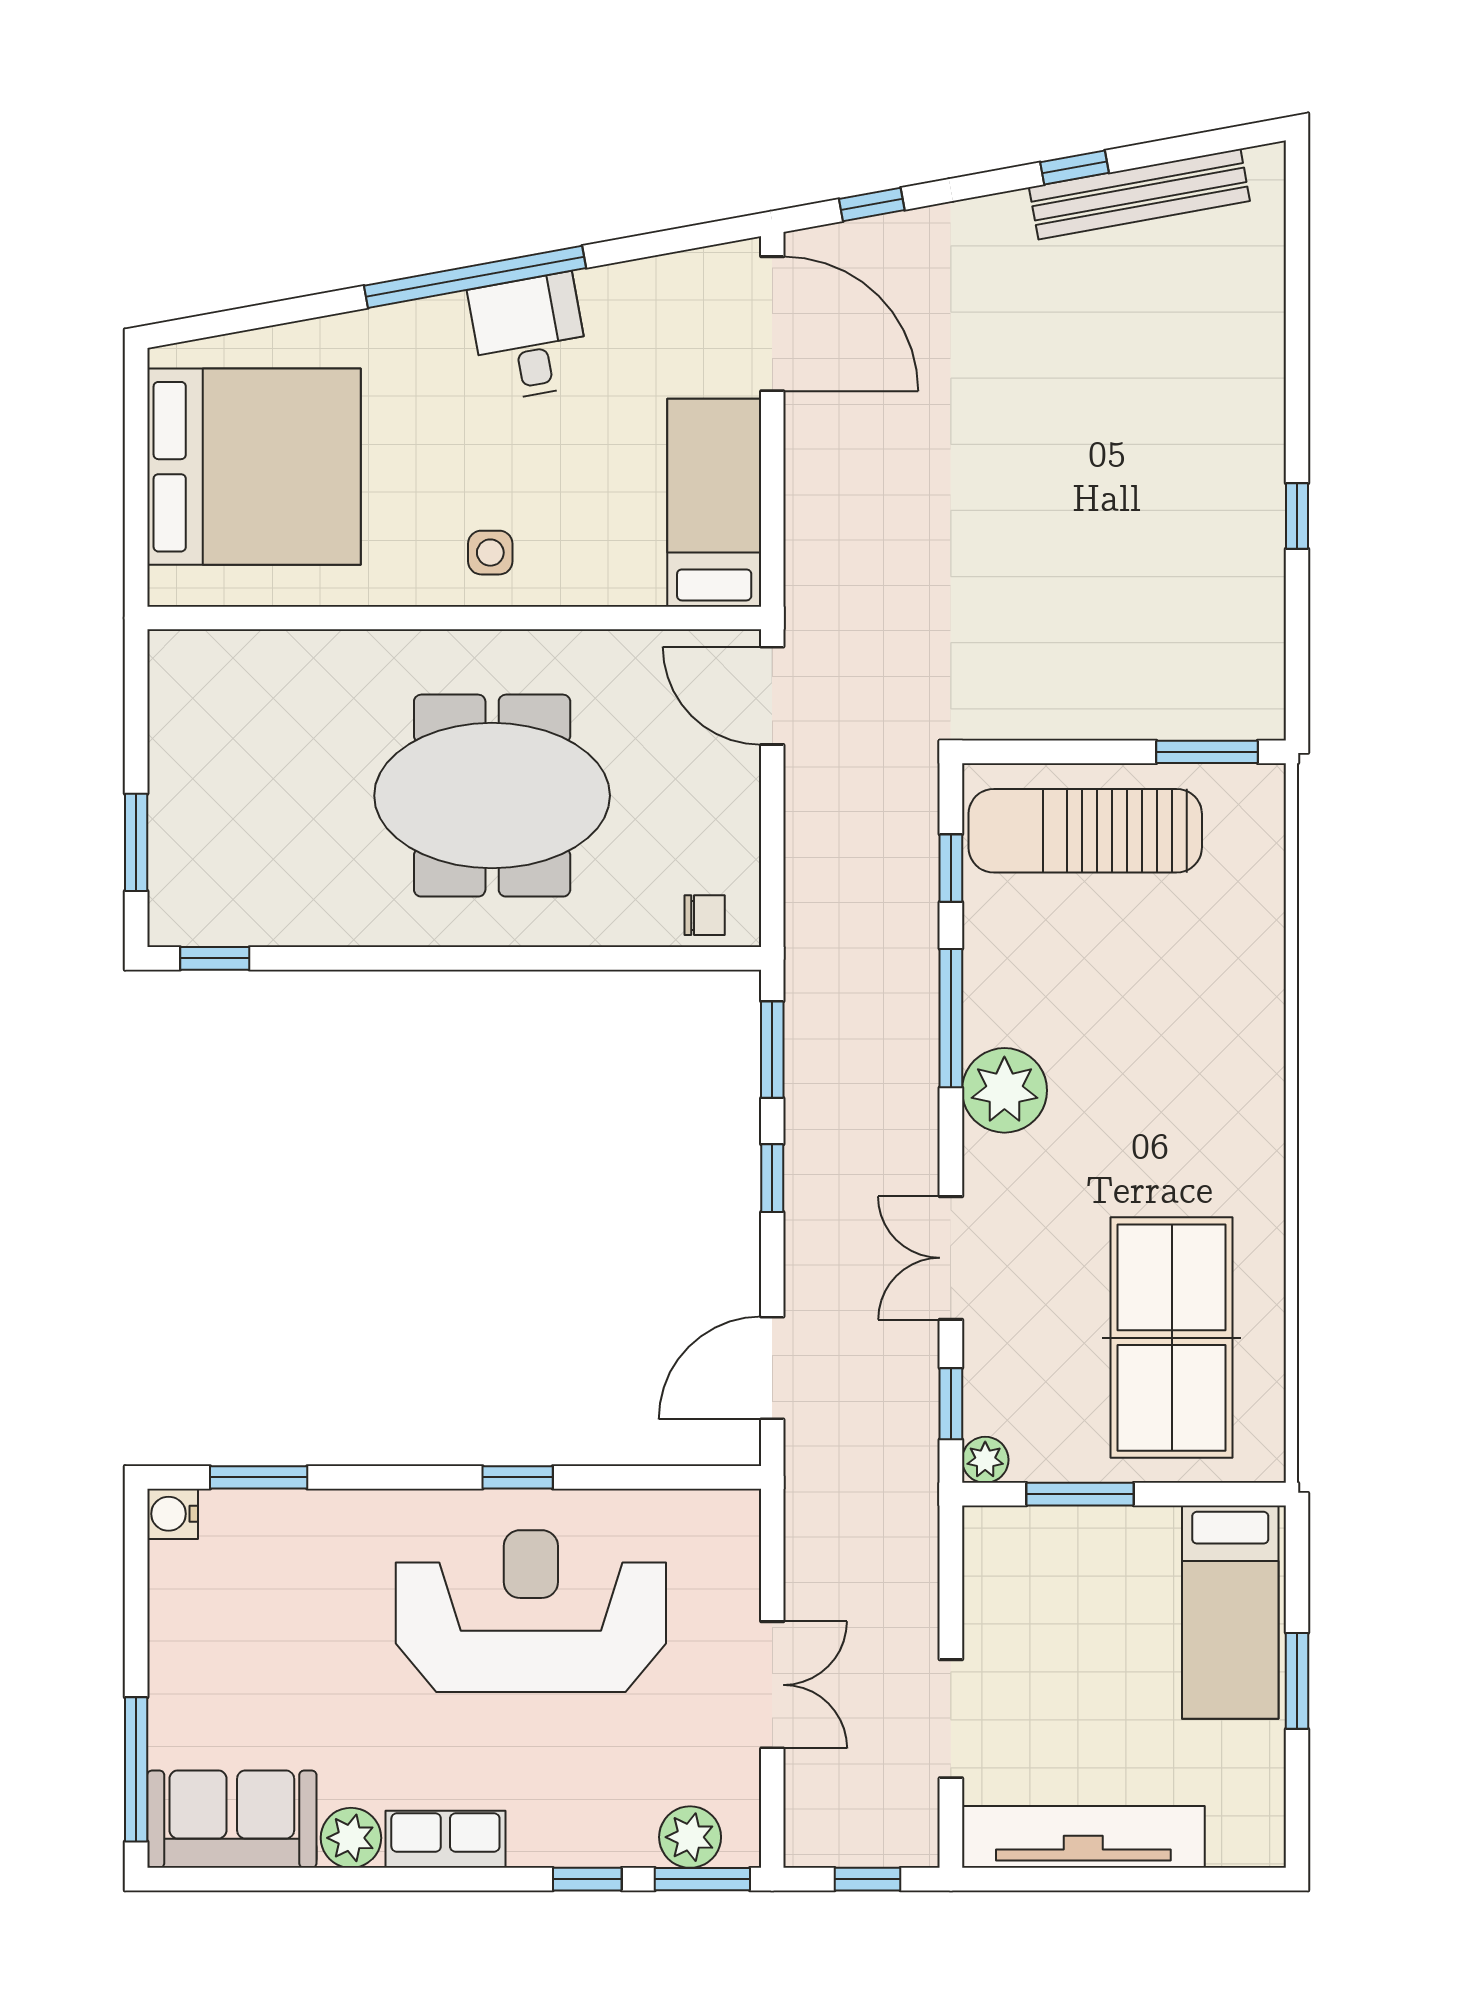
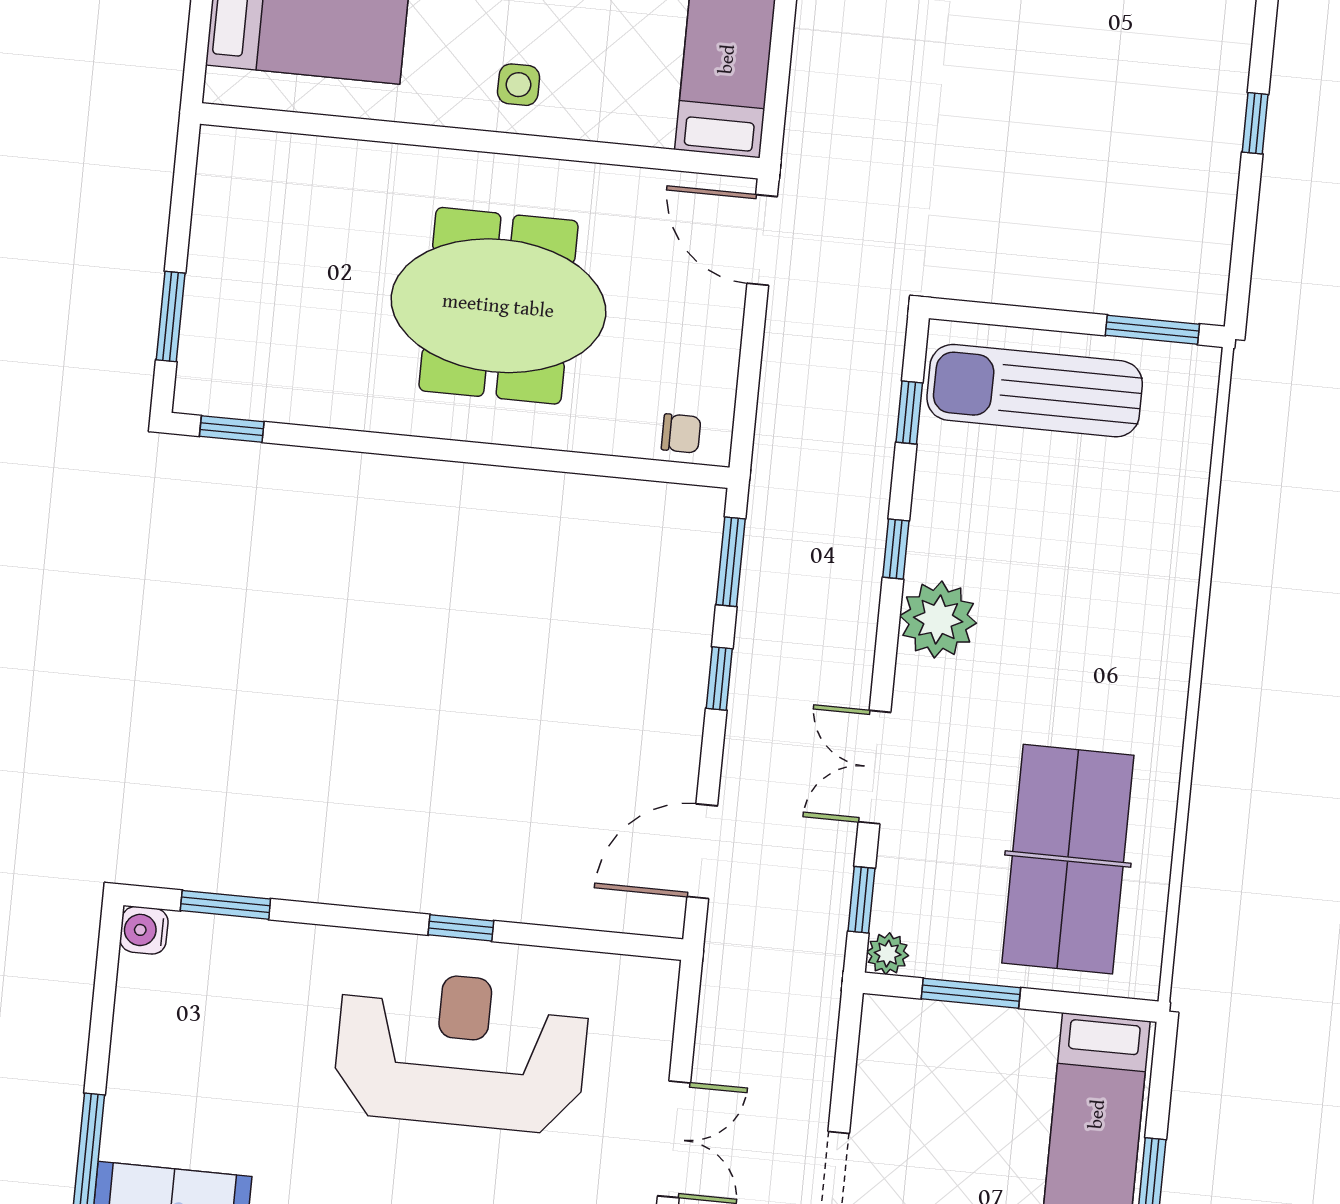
window: (951, 1018) -> (896, 549), width x0.46

